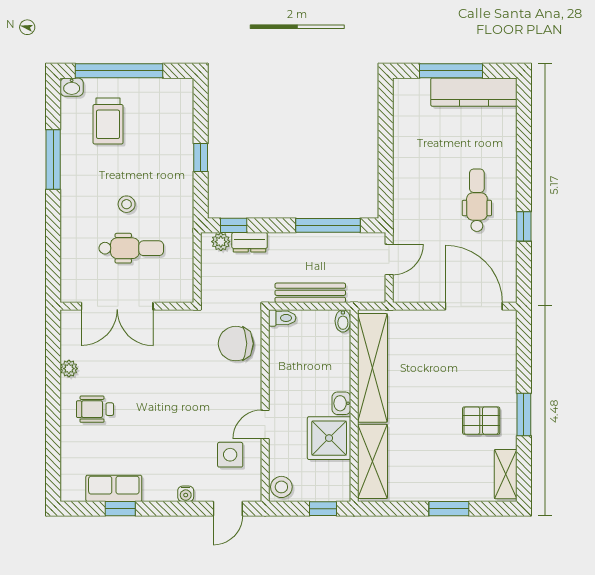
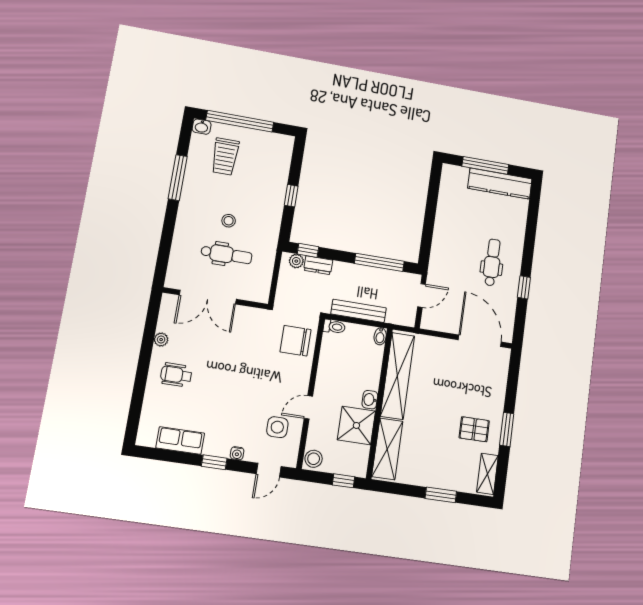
window: (120, 509) -> (214, 462), moved

